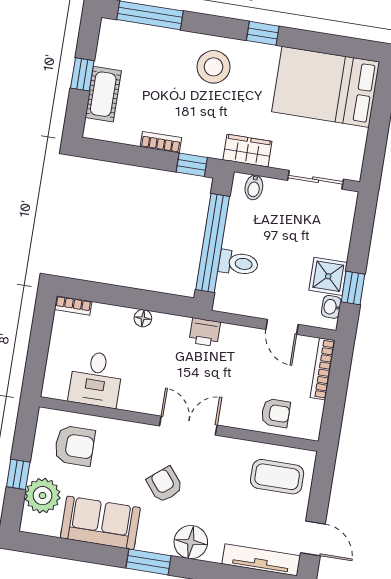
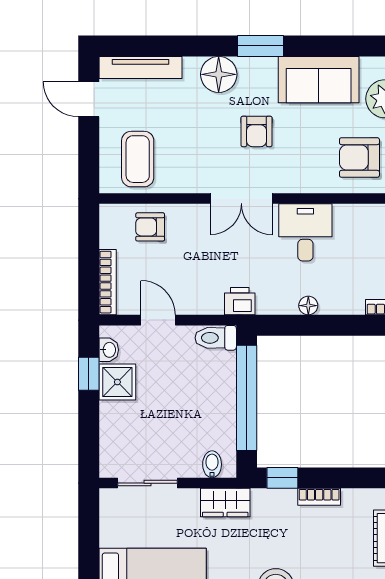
toilet: (238, 263) -> (216, 338), moved
desk: (96, 379) -> (305, 232), moved
coffee table: (277, 477) -> (138, 159), turned 90
armchair: (165, 485) -> (257, 131), turned 39

